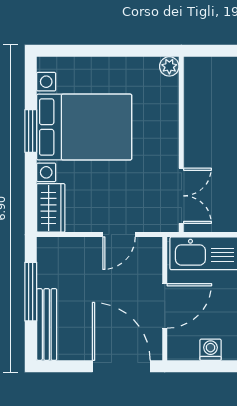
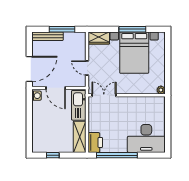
window: (31, 131) -> (132, 29), width x1.44
double door: (181, 196) -> (104, 95), swing flipped
washing machine: (211, 350) -> (36, 96), moved

